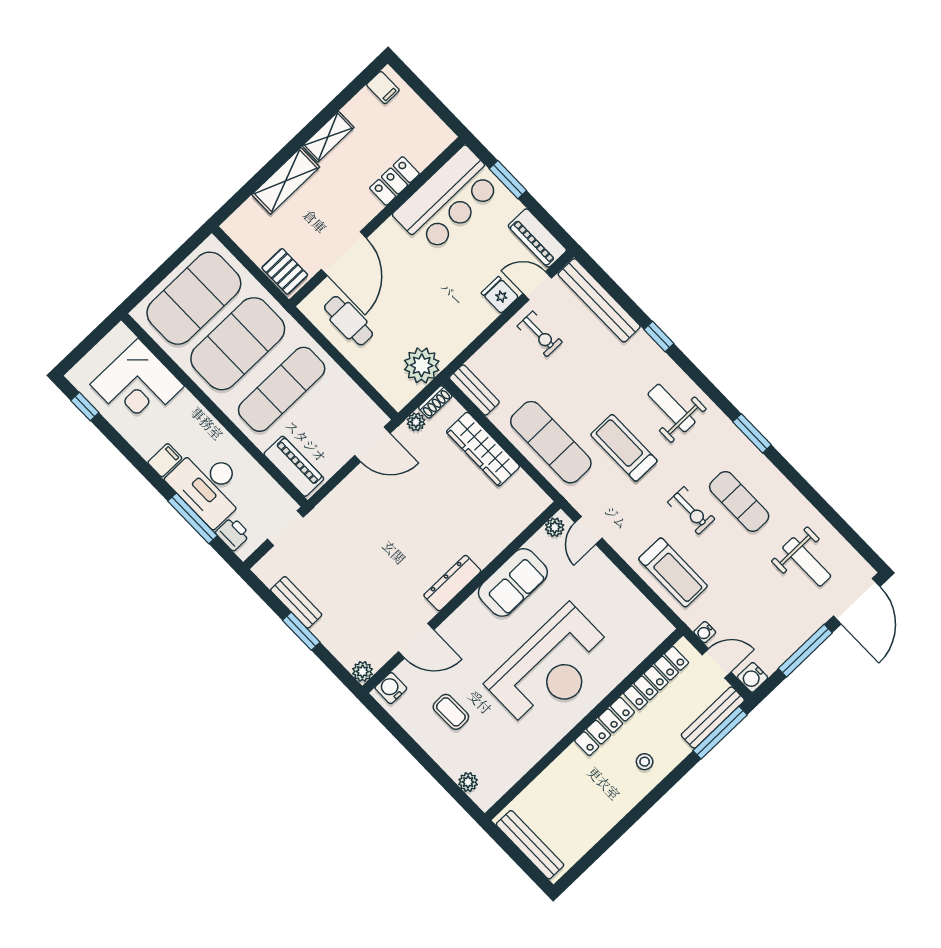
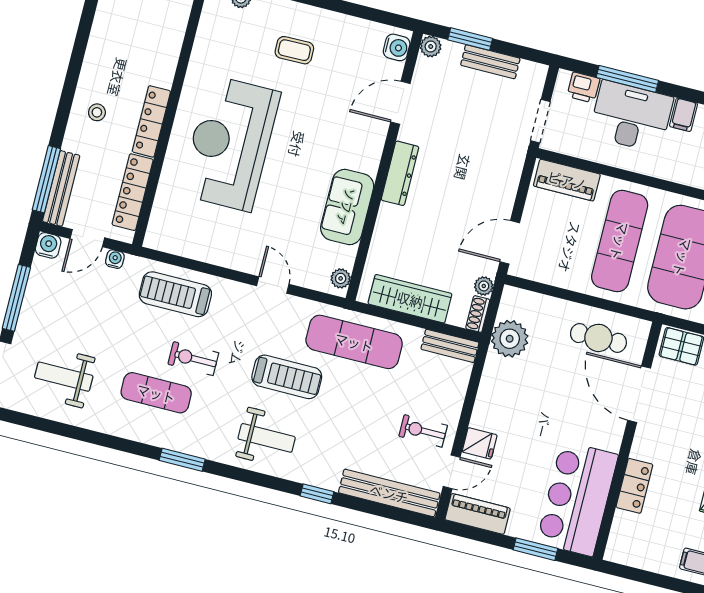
plant: (555, 527) -> (341, 278), moved
sofa: (513, 582) -> (347, 207), moved
dresser: (452, 583) -> (400, 173), moved
wall: (461, 597) -> (384, 166), moved
door: (416, 641) -> (400, 103), moved
plant: (362, 671) -> (431, 46), moved
water cooler: (391, 688) -> (397, 47), moved

